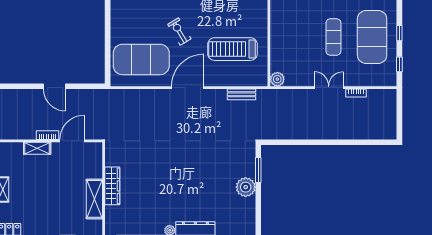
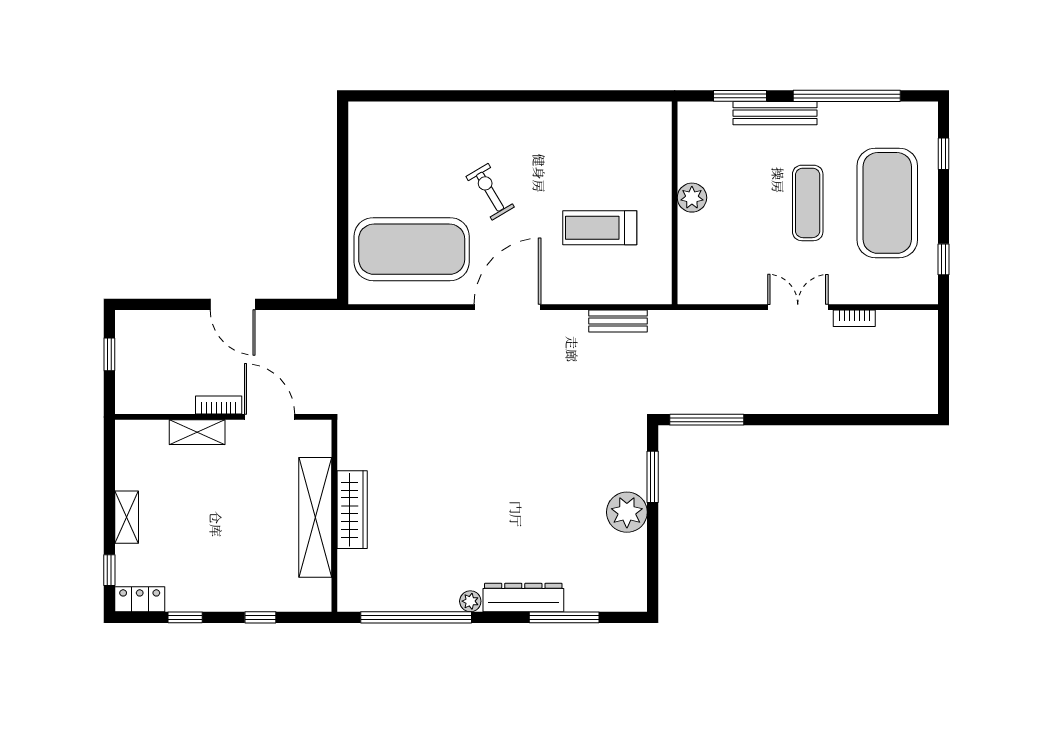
window: (399, 33) -> (943, 154), moved
treadmill: (232, 49) -> (600, 228), width x0.73, depth x0.73
plant: (277, 79) -> (692, 198), moved
door: (72, 141) -> (270, 417), hinge flipped
window: (284, 142) -> (707, 420), added
shelving: (94, 199) -> (315, 517), width x1.47

